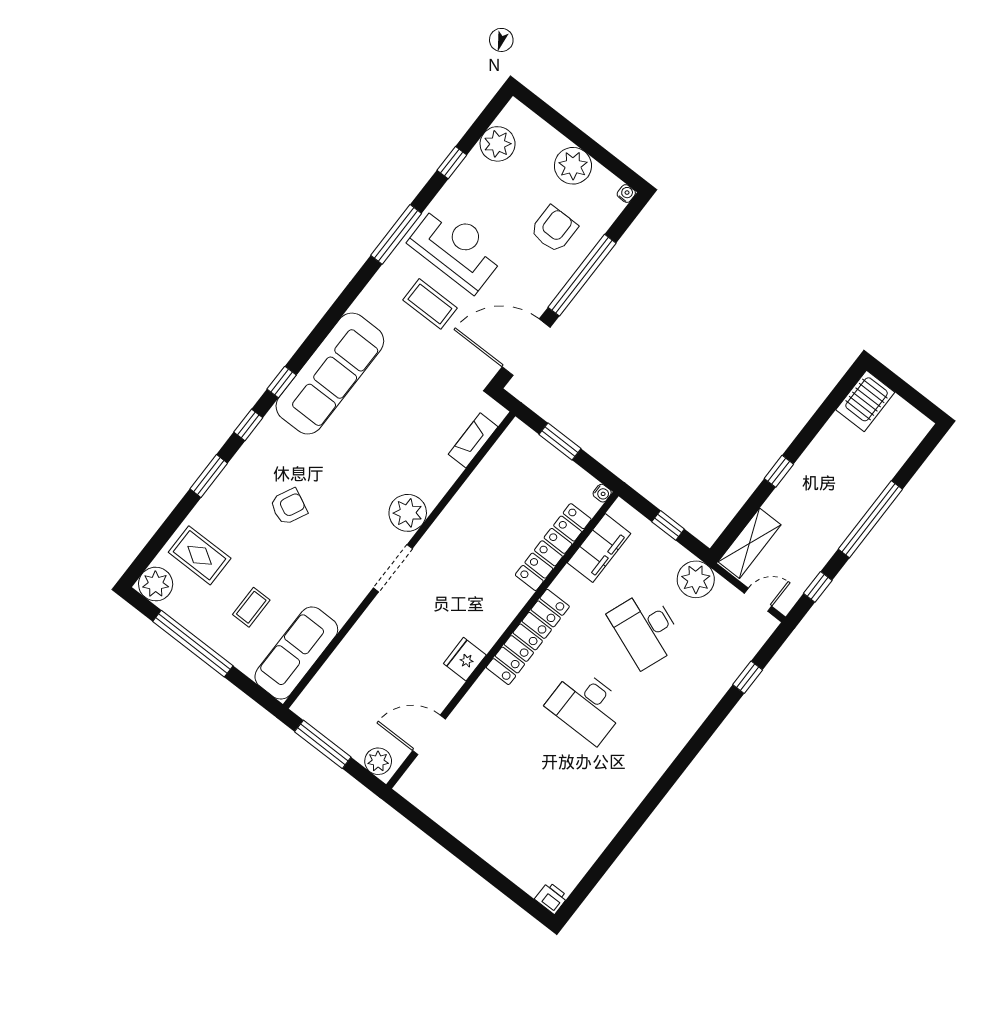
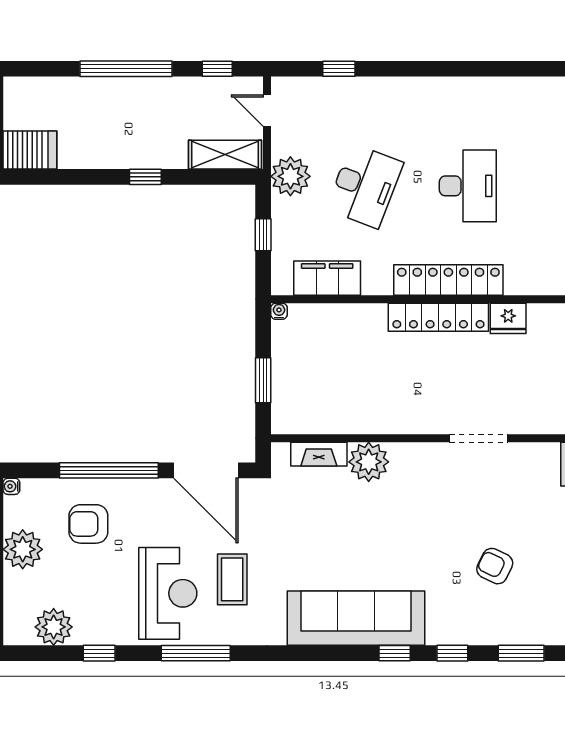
reception desk: (457, 248) -> (168, 593), turned 180
plant: (408, 513) -> (369, 462), moved
locker: (553, 547) -> (438, 317), moved

